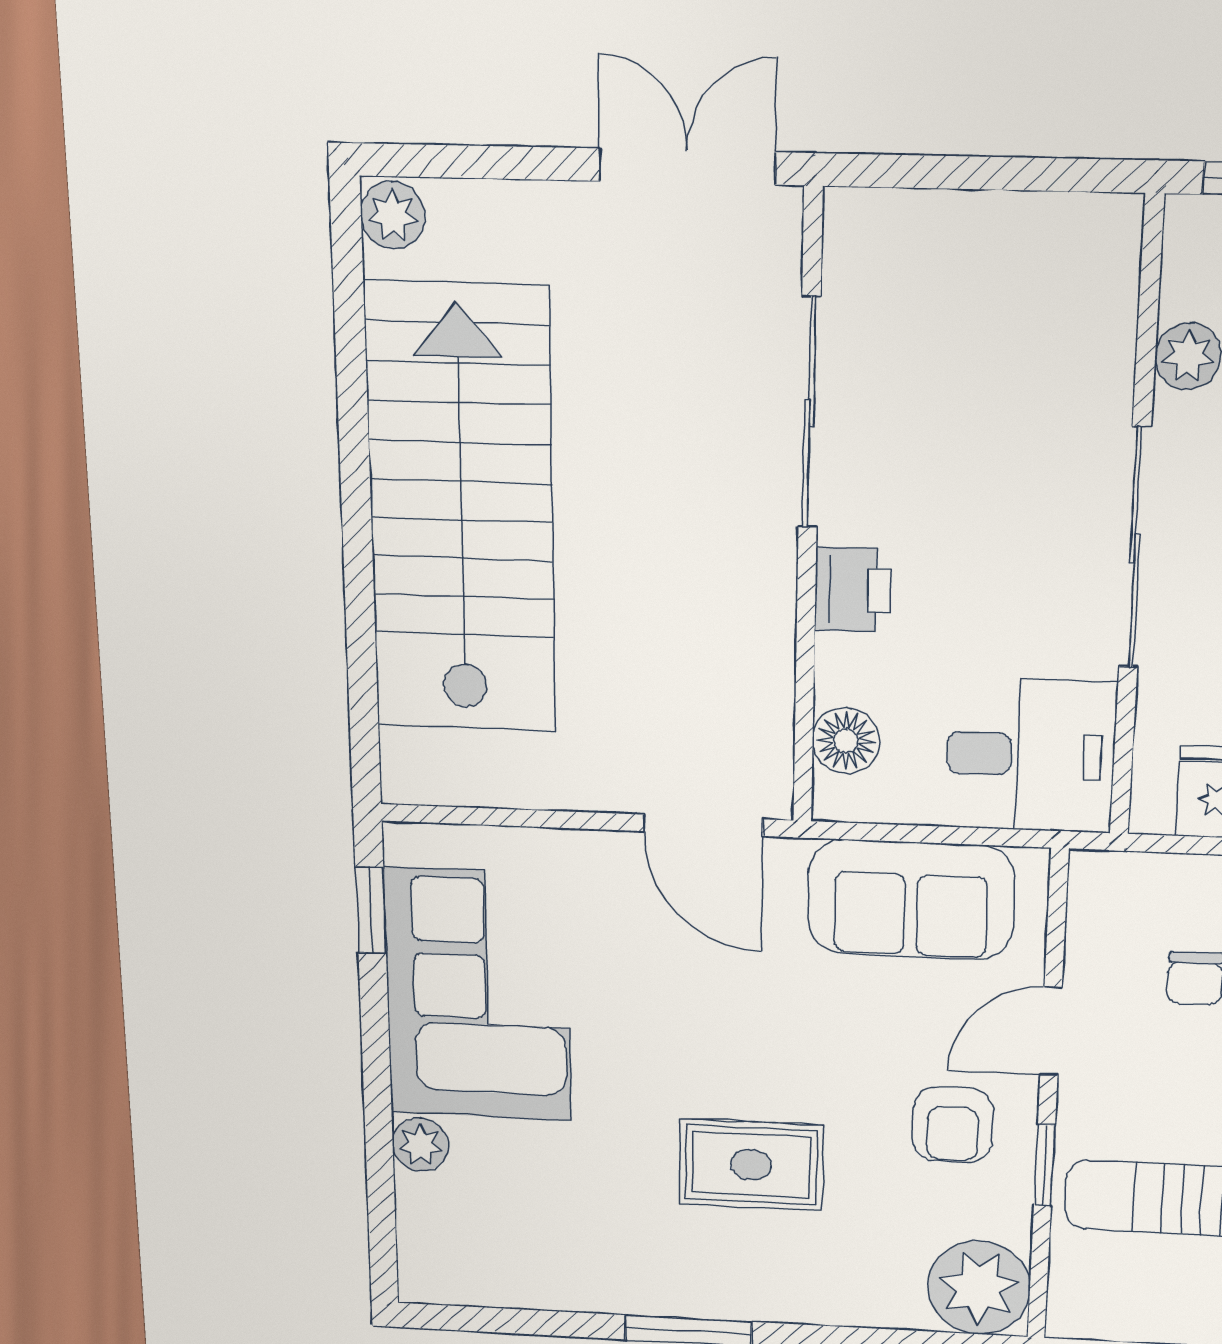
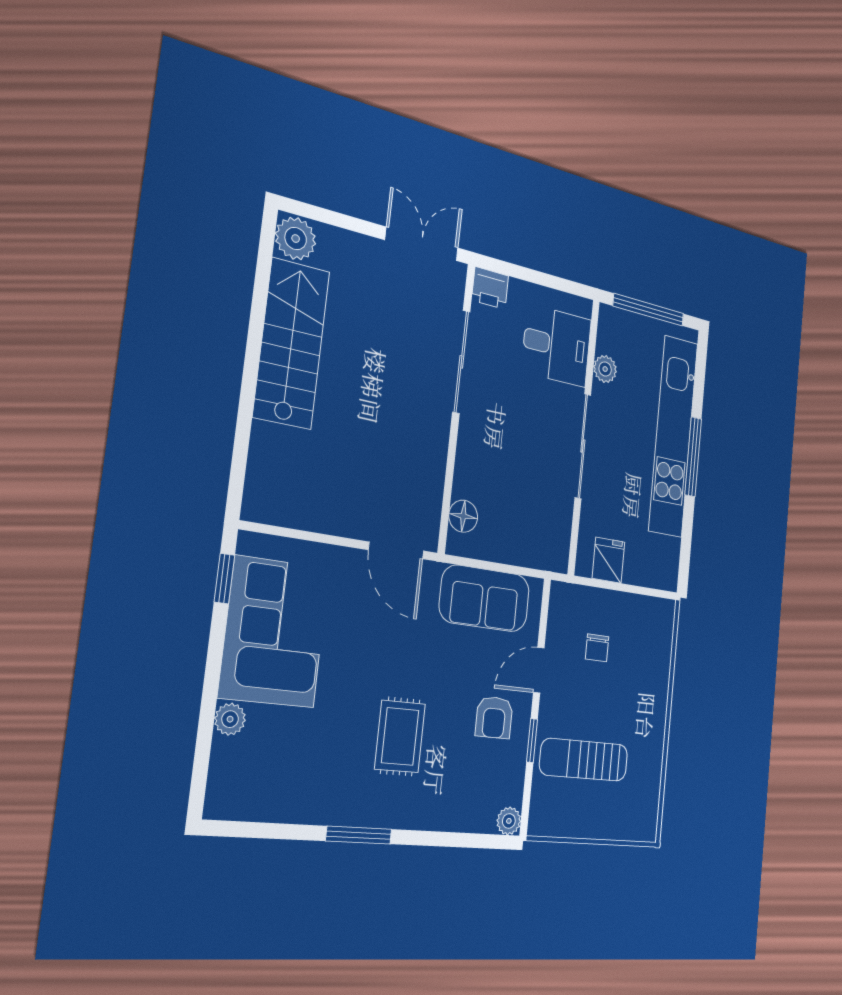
plant: (393, 215) -> (296, 239), width x1.38, depth x1.38
stairs: (461, 511) -> (291, 343), width x0.73, depth x0.66
printer: (853, 590) -> (490, 288), moved, turned 90
desk: (1031, 755) -> (557, 346), moved
rug: (751, 1165) -> (400, 736), turned 90
plant: (979, 1288) -> (509, 821), width x0.53, depth x0.53

